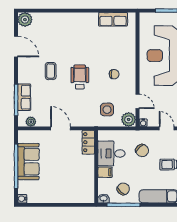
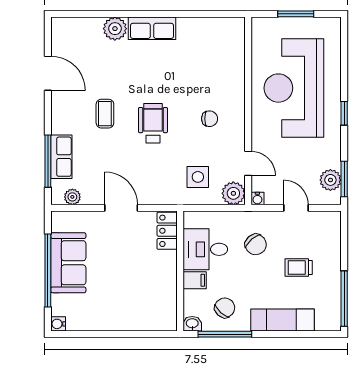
row of seats: (113, 19) -> (152, 28), moved
plant: (25, 20) -> (115, 29), moved

